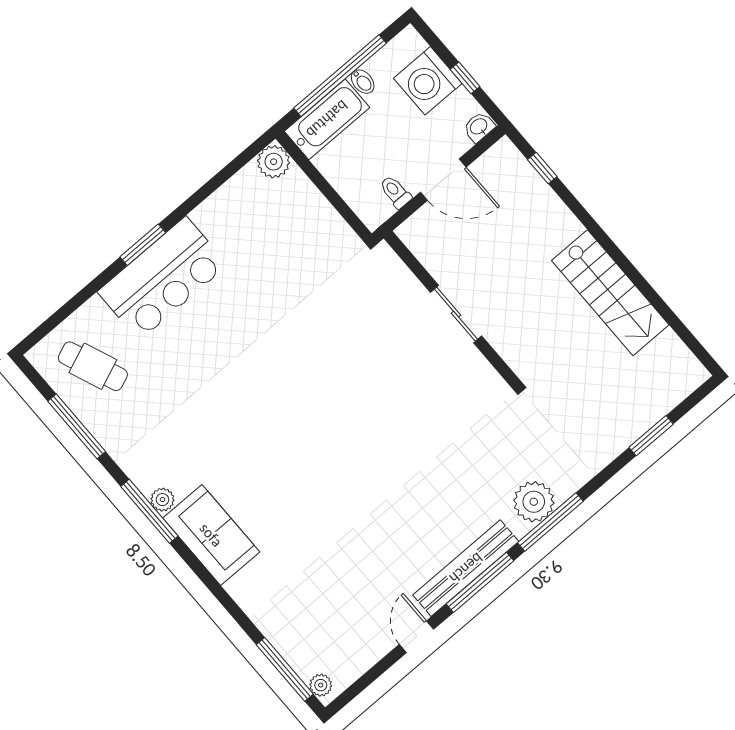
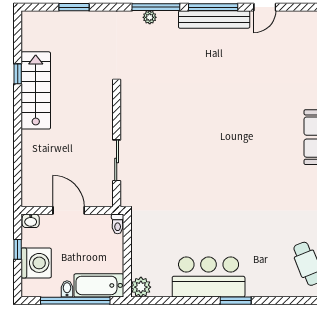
window: (542, 168) -> (18, 74), moved
toilet: (395, 192) -> (118, 224), moved
bar counter: (163, 278) -> (209, 277), moved
sliding door: (456, 314) -> (117, 160), moved
plant: (534, 502) -> (150, 17), width x0.53, depth x0.53

